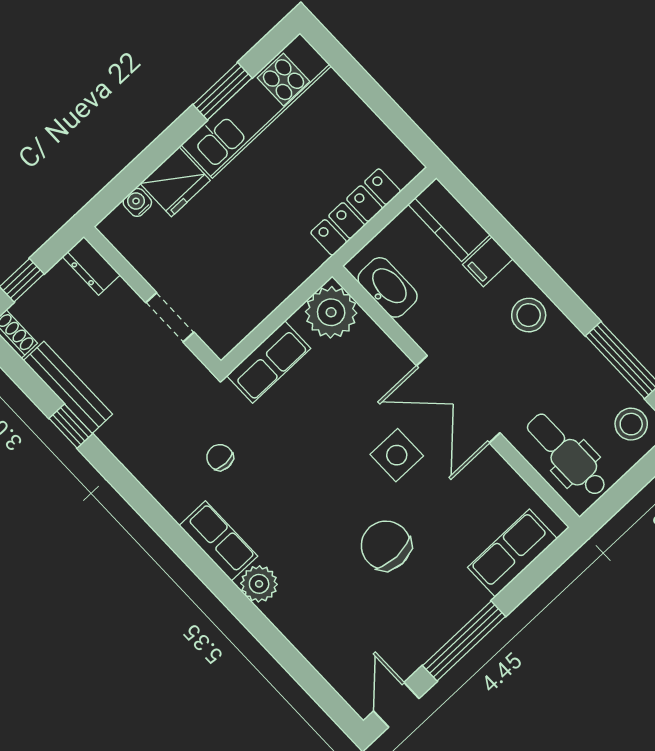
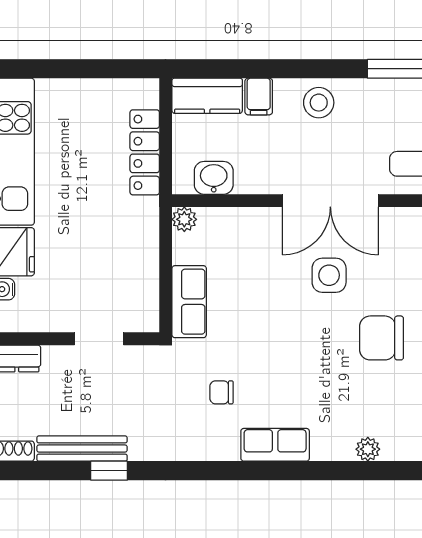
washbasin: (388, 287) -> (214, 178), width x0.72
plant: (331, 312) -> (184, 219), width x0.53, depth x0.53
plant: (259, 584) -> (368, 449), moved, width x0.73, depth x0.73

